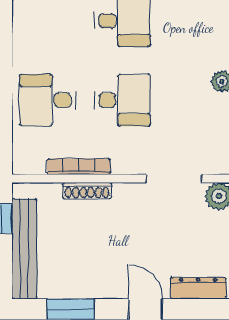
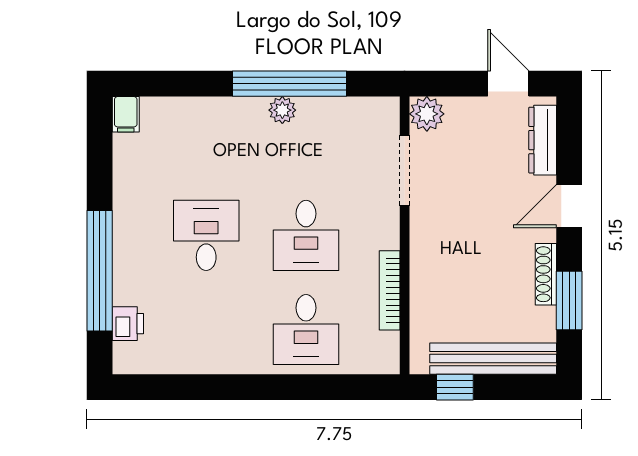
desk: (122, 100) -> (306, 235), turned 180
shoe rack: (87, 191) -> (546, 274), moved, turned 180

